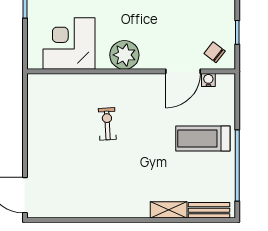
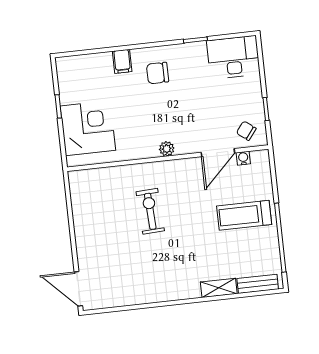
corner desk: (69, 44) -> (88, 128), moved, turned 90
plant: (124, 55) -> (167, 149), width x0.53, depth x0.53
exercise bike: (107, 124) -> (150, 211), width x1.38, depth x1.39

